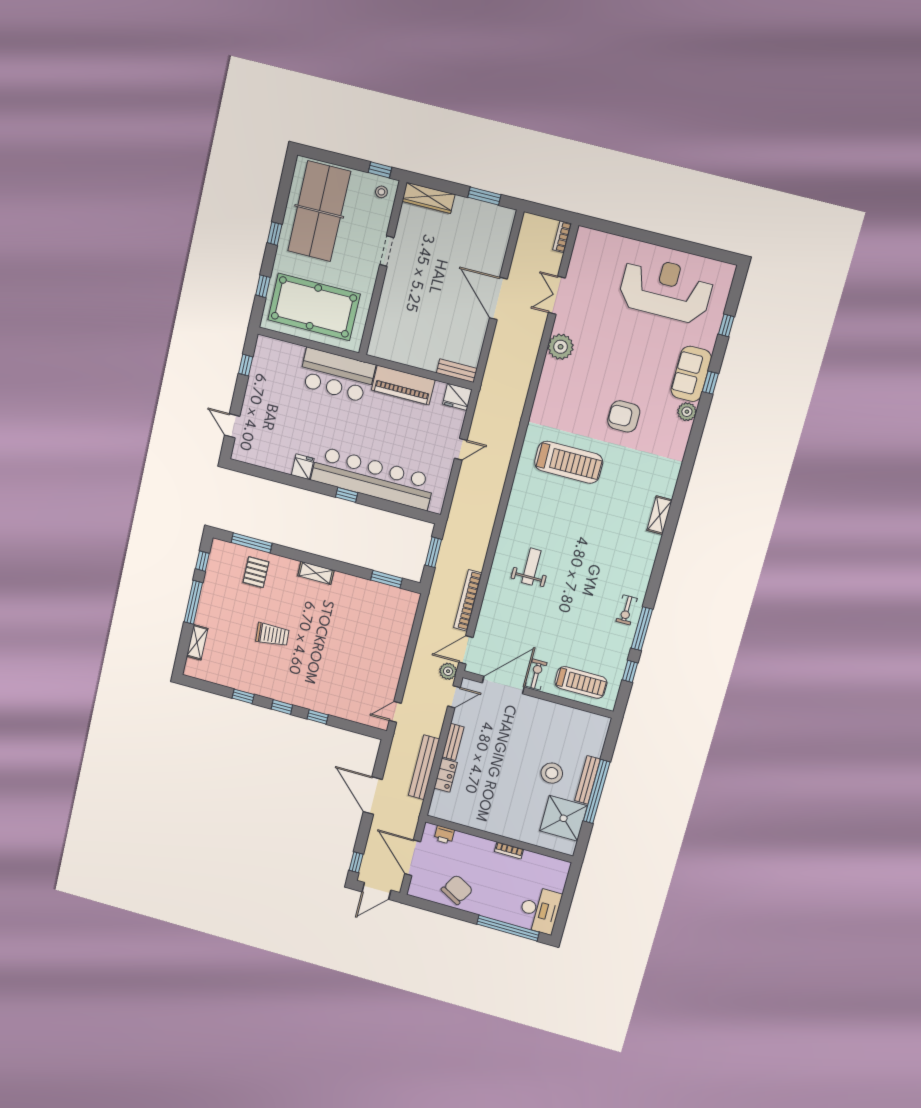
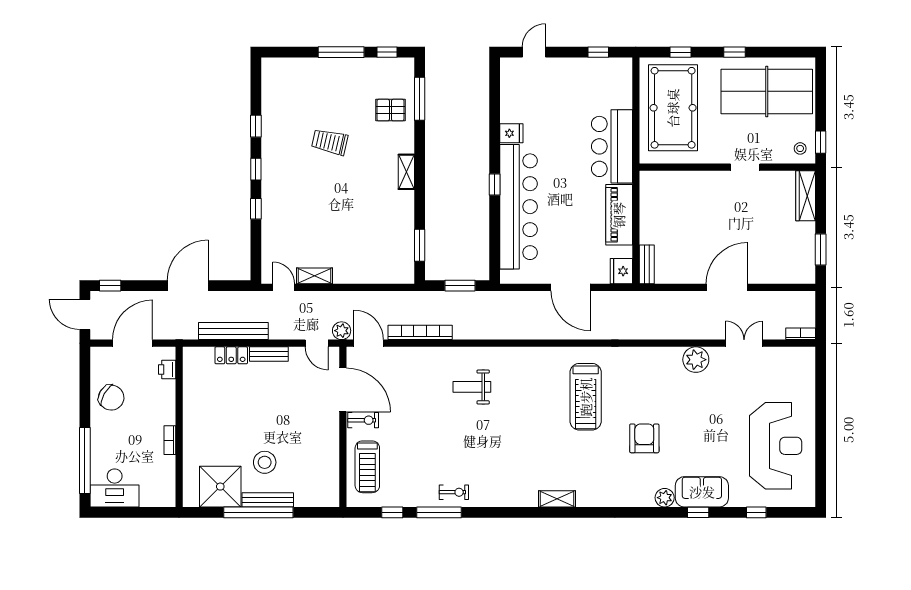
door: (461, 449) -> (571, 287), width x1.88
weight bench: (531, 567) -> (472, 387), turned 180
exercise bike: (627, 610) -> (454, 492), turned 180
trolley: (272, 635) -> (330, 142), turned 107
shelving: (197, 642) -> (314, 276), moved

